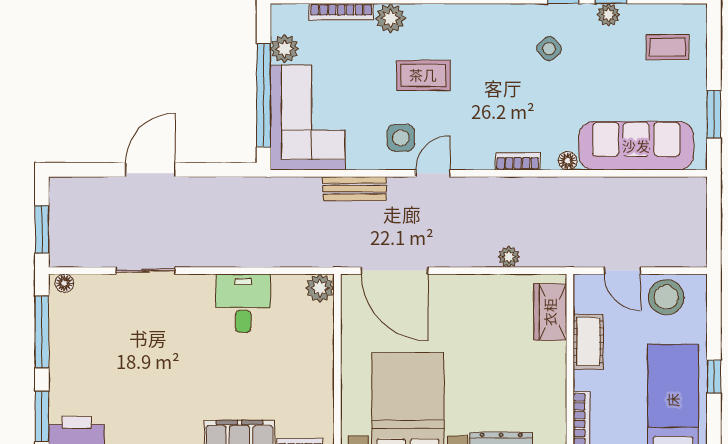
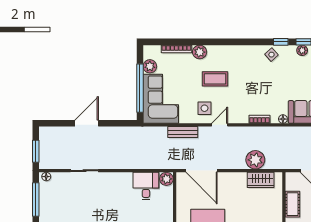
side table: (549, 49) -> (271, 55), moved
plant: (509, 257) -> (255, 160), width x1.88, depth x1.88
desk: (243, 303) -> (146, 186), moved
wardrobe: (550, 312) -> (261, 180), moved, turned -90

